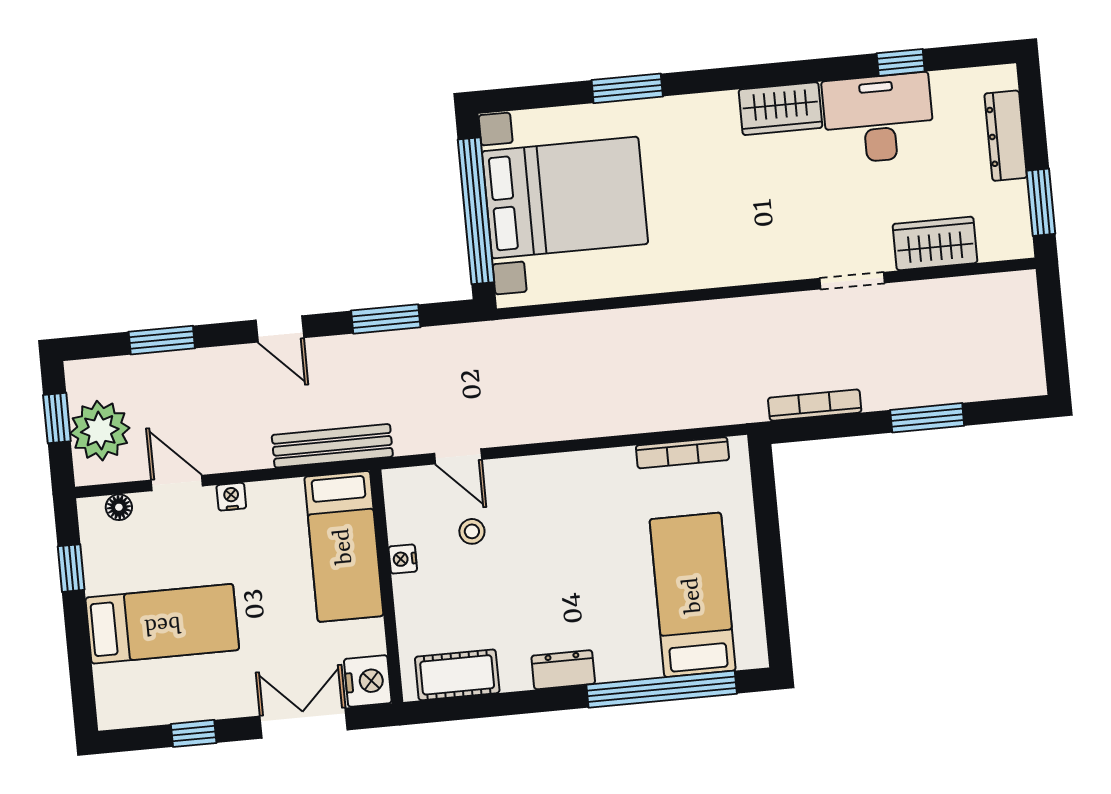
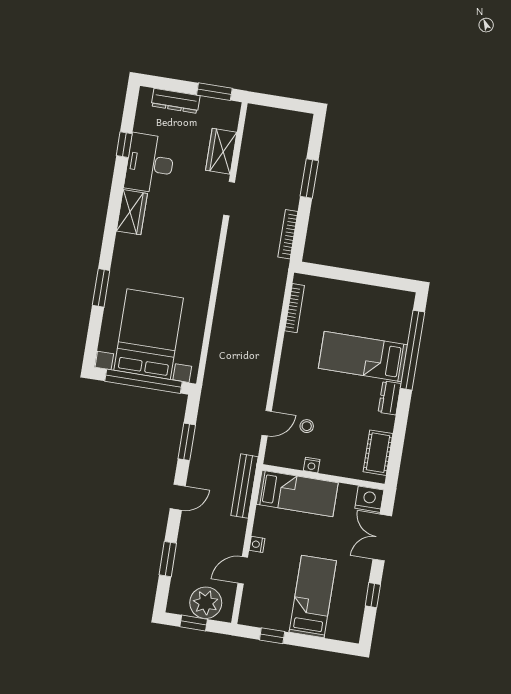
floor lamp: (119, 507) -> (247, 603), removed
bed: (693, 595) -> (363, 357), moved

